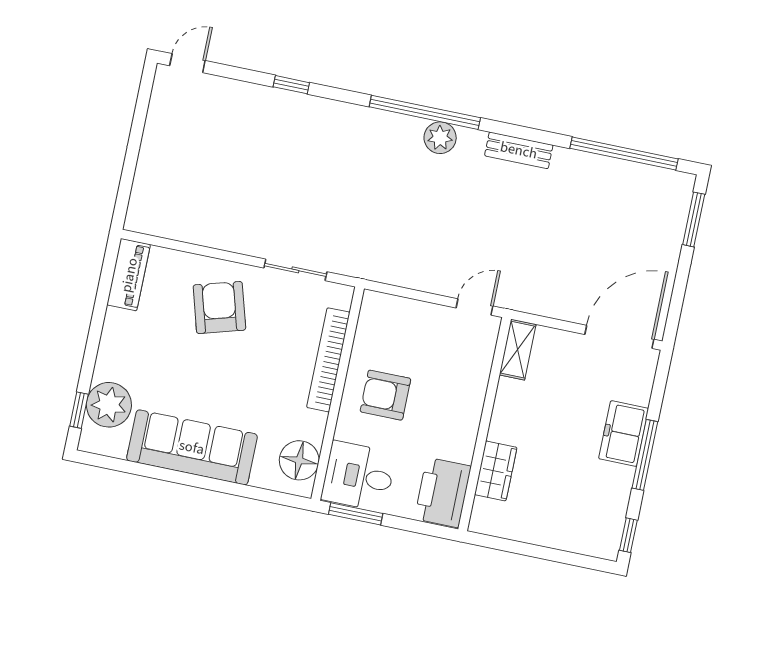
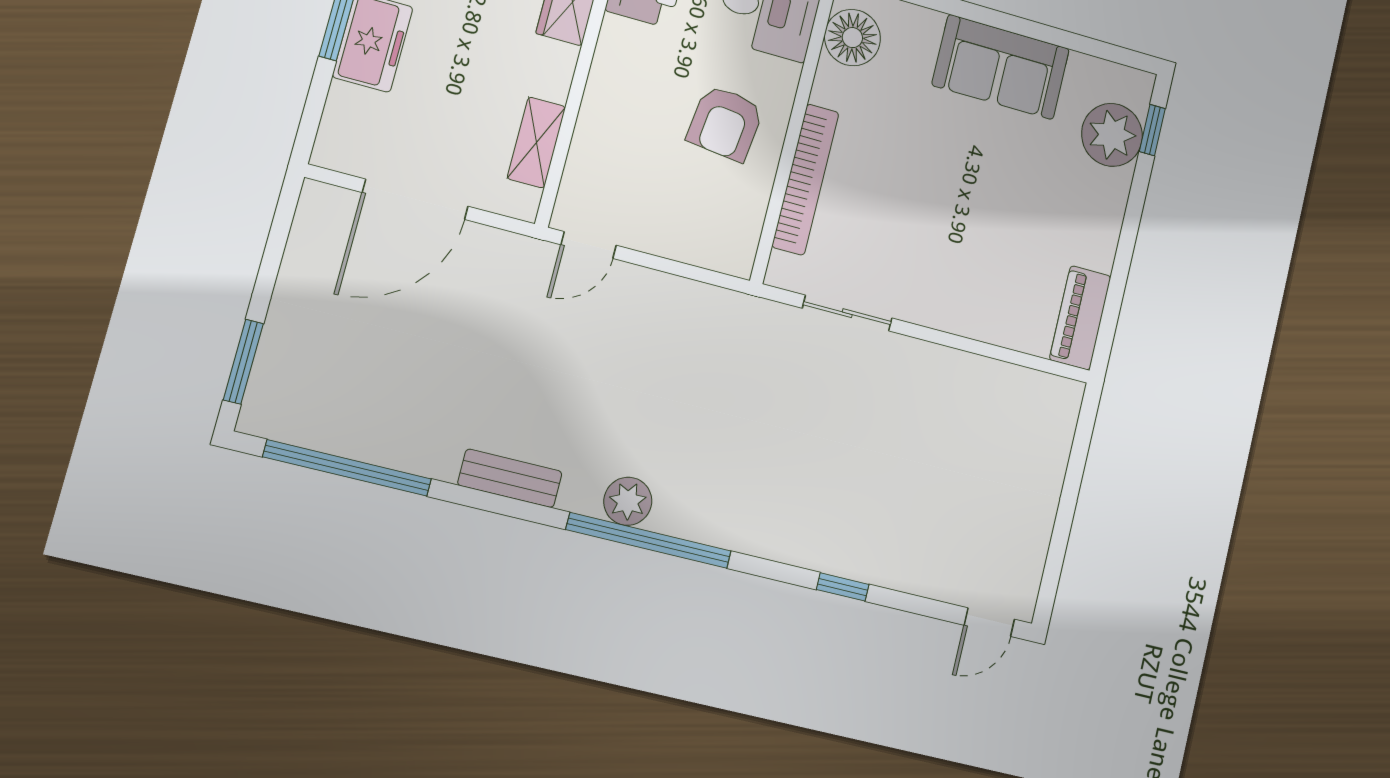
armchair: (219, 307) -> (956, 264), removed
door: (619, 337) -> (415, 199), moved
shelving: (518, 350) -> (536, 142), moved
armchair: (385, 395) -> (725, 123), turned 97
sofa: (192, 447) -> (1001, 67), width x0.73

